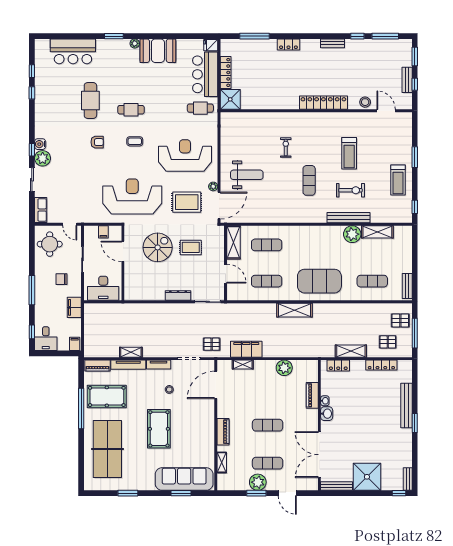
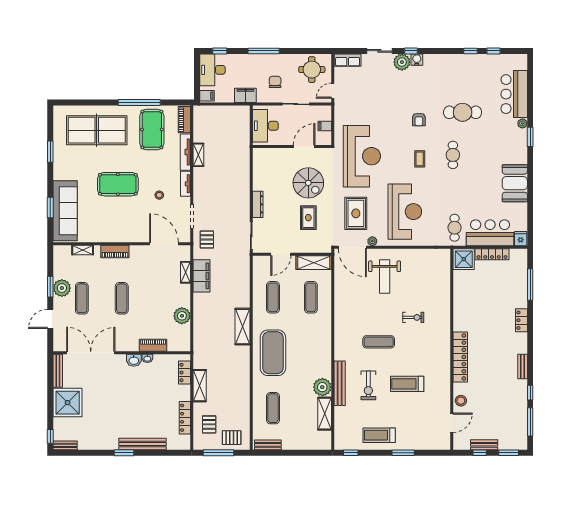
plant: (135, 43) -> (522, 123), moved
pallet: (400, 320) -> (232, 438), turned 90
desk: (46, 339) -> (212, 70), width x1.37

